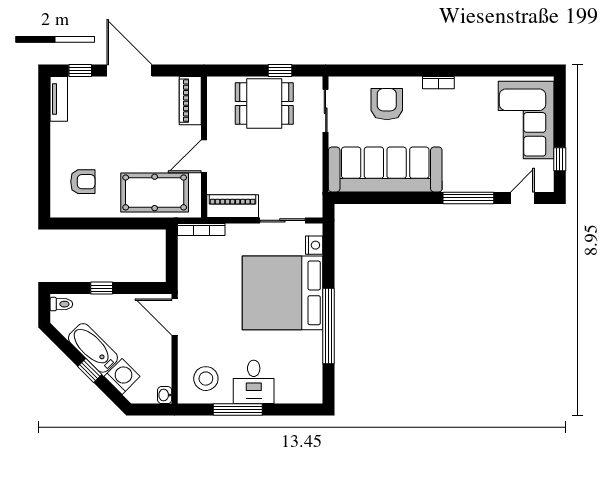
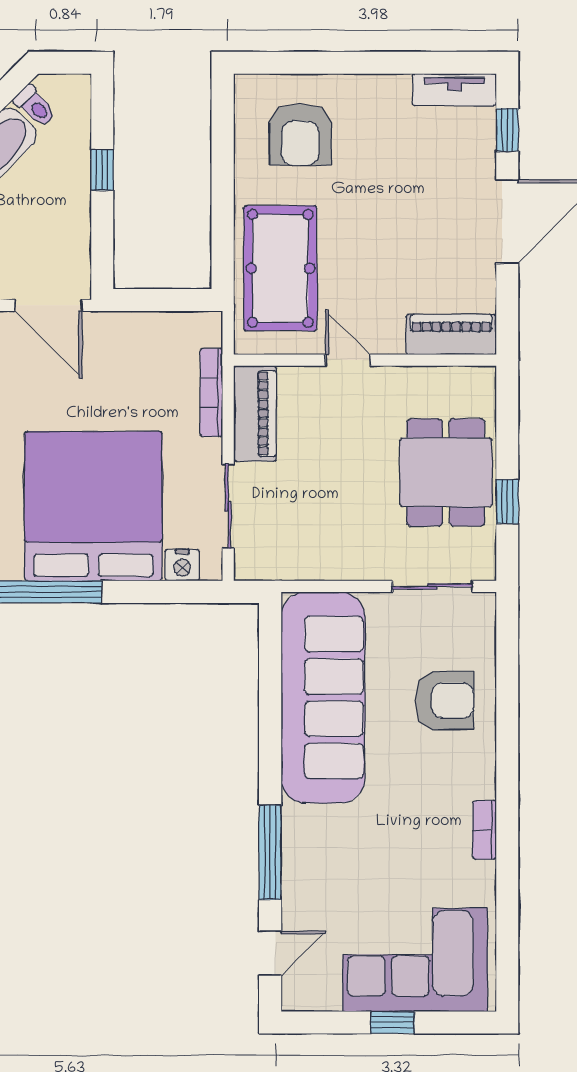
bookcase: (438, 83) -> (485, 830), moved
door: (204, 156) -> (348, 360), width x0.73
window: (560, 159) -> (393, 1023), moved
armchair: (83, 182) -> (300, 135), width x1.38, depth x1.38
door: (522, 198) -> (270, 953), hinge flipped
bookcase: (201, 229) -> (211, 392), moved
toilet: (61, 304) -> (35, 106), moved, turned -45
door: (175, 317) -> (48, 305), swing flipped

